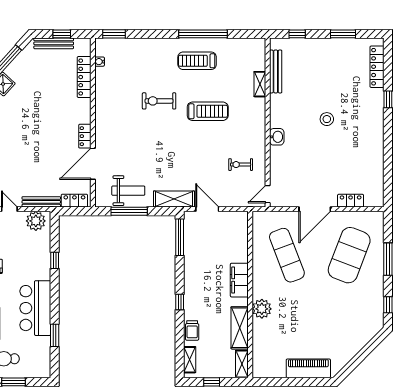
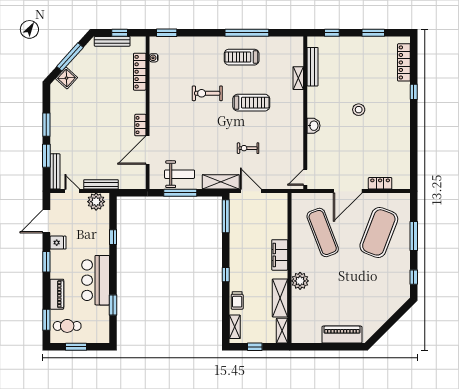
exercise bike: (241, 165) -> (248, 148), moved
locker: (74, 201) -> (131, 183), removed

